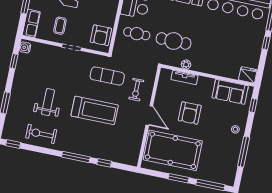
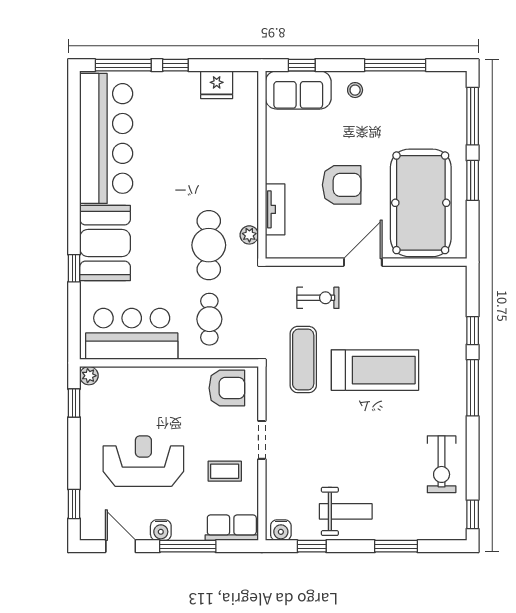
plant: (186, 64) -> (249, 235), moved
fridge: (248, 75) -> (217, 85), moved, turned -90
sofa: (230, 92) -> (298, 90), moved, turned 90
weight bench: (48, 102) -> (346, 511), moved, turned 180
treadmill: (95, 110) -> (375, 370), turned 90

